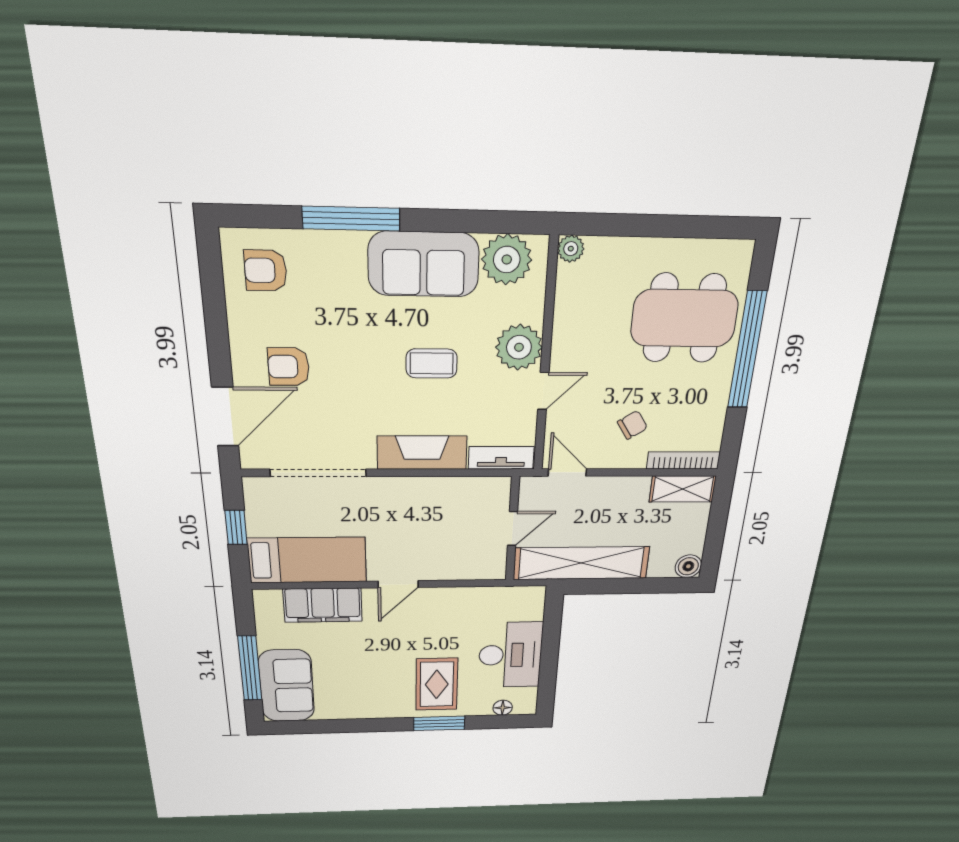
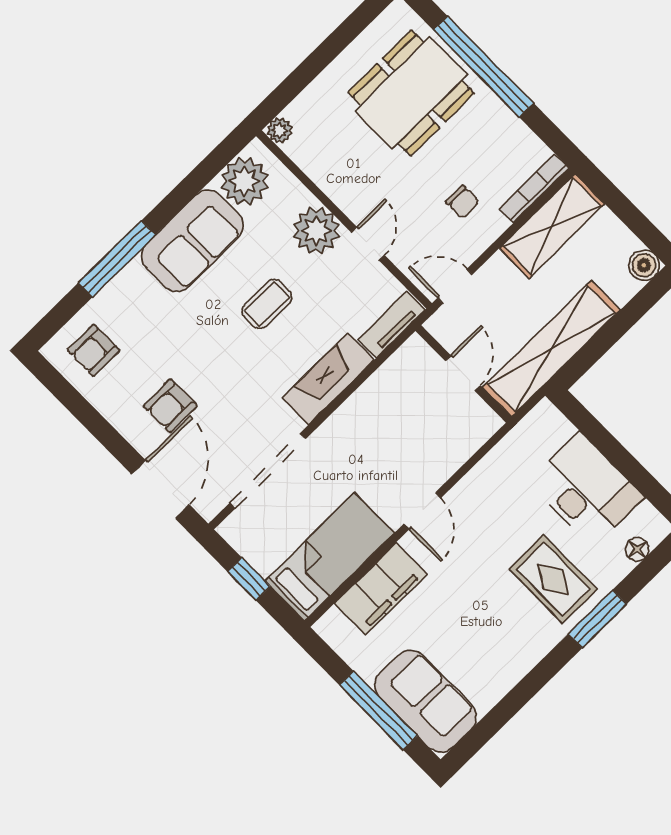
chair: (632, 425) -> (463, 202), turned 123
shelving: (683, 489) -> (552, 226), width x1.50, depth x1.33

